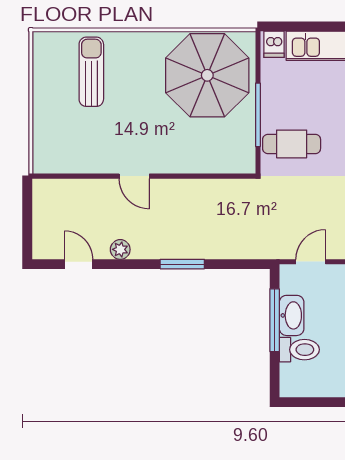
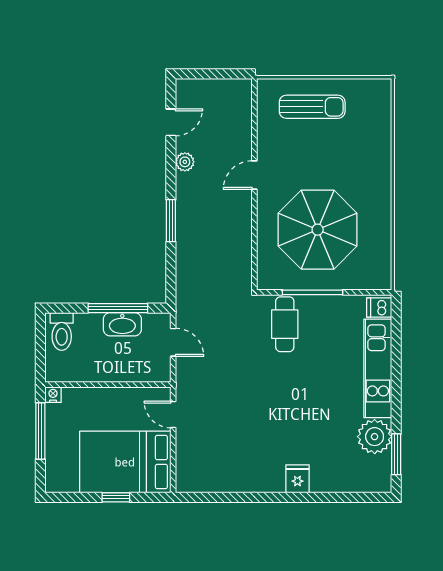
sun lounger: (91, 72) -> (312, 107), moved
parasol: (207, 75) -> (318, 230), moved
toilet: (299, 350) -> (62, 332), moved

